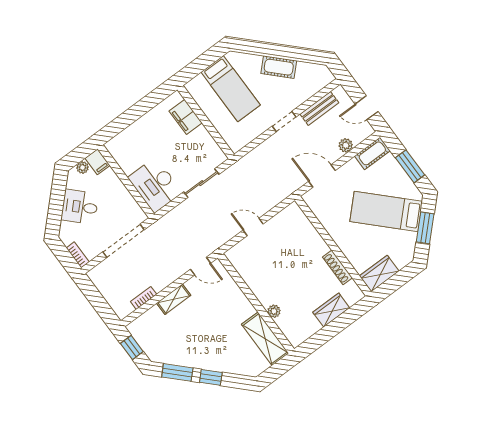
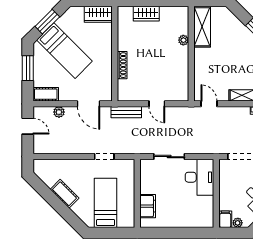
bench: (319, 108) -> (126, 112), moved
doorway: (284, 121) -> (104, 157), moved
shoe rack: (337, 267) -> (122, 65), moved

